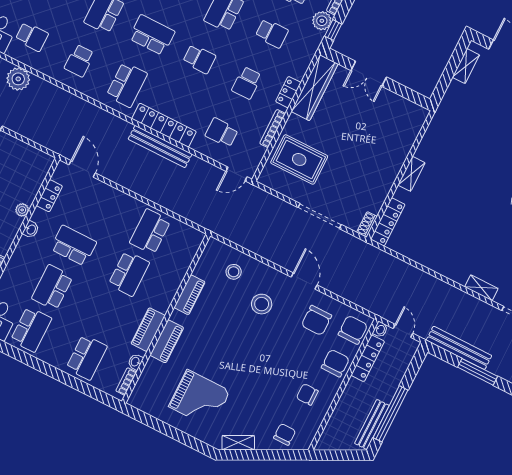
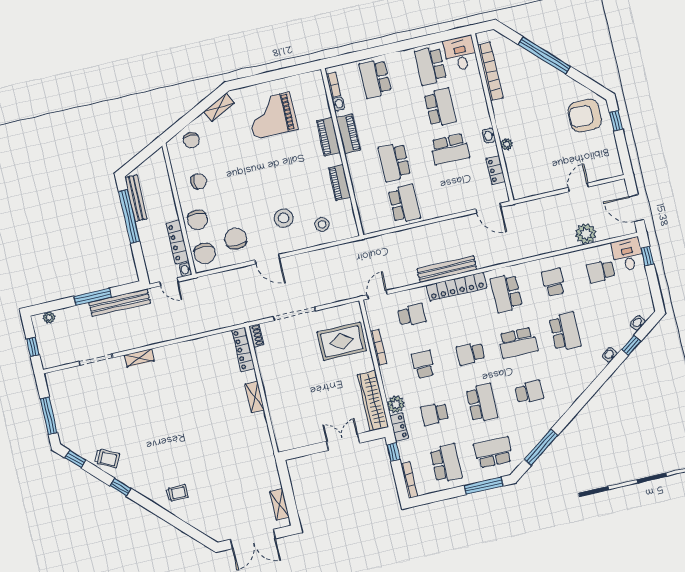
plant: (322, 21) -> (396, 404), moved
locker: (288, 92) -> (399, 427), moved

